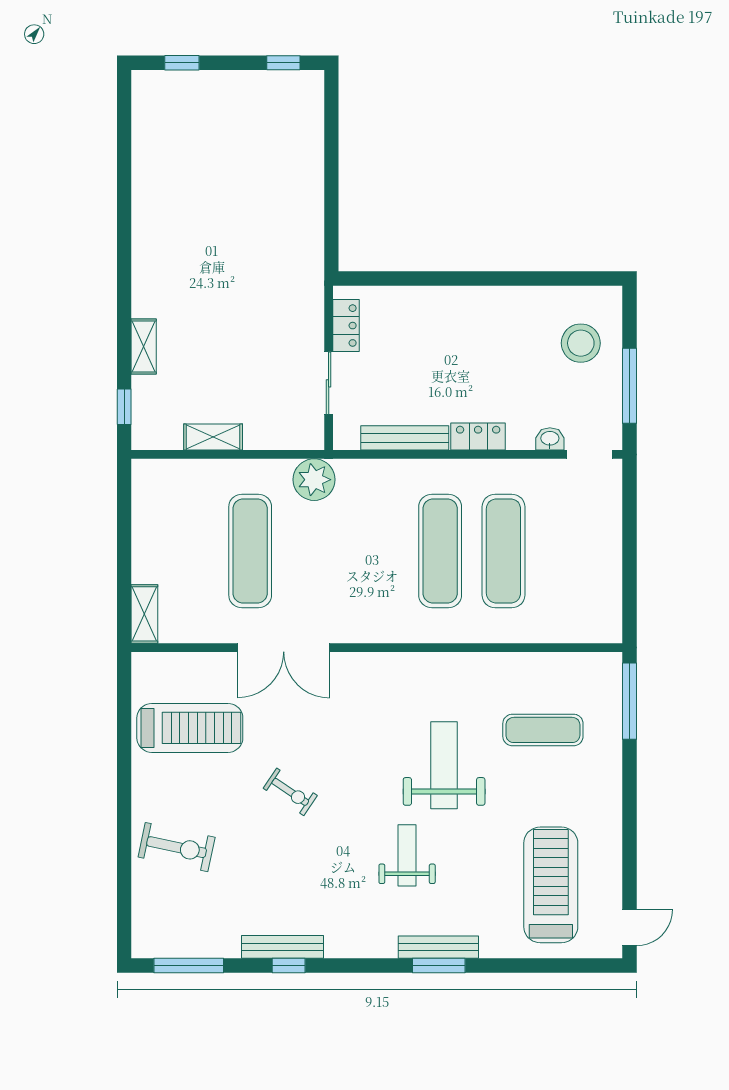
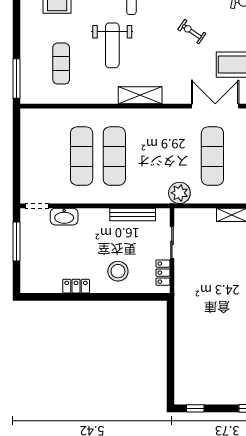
stool: (581, 343) -> (118, 271), moved
locker: (478, 437) -> (76, 286), moved, turned 180
washbasin: (550, 439) -> (64, 217), width x1.91, depth x1.45
double door: (284, 648) -> (215, 106), moved
shelving: (390, 669) -> (140, 95), added
exercise mat: (543, 730) -> (61, 64), turned 90

